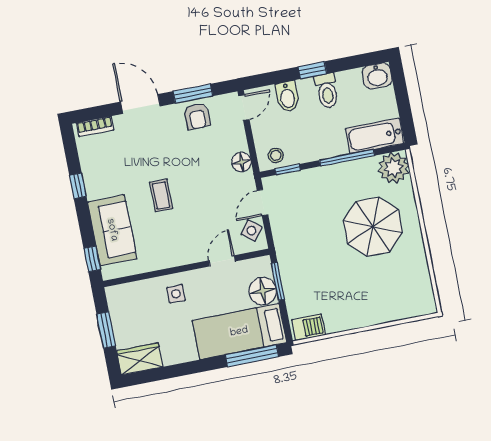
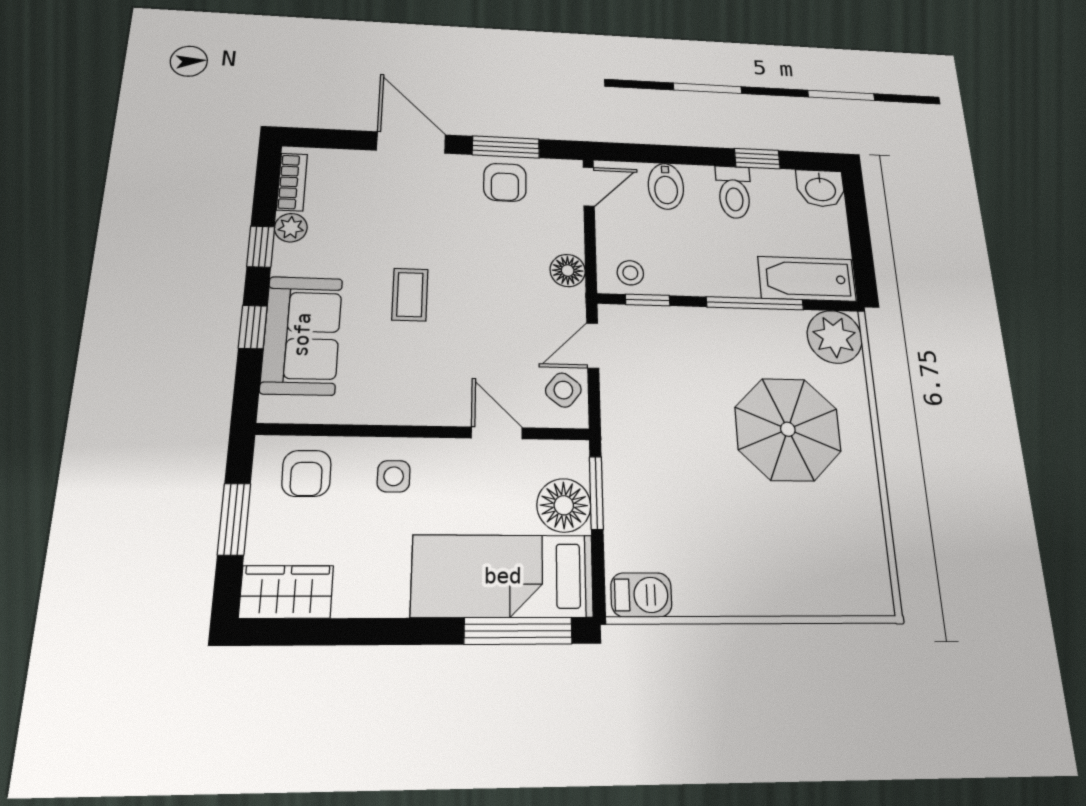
window: (312, 70) -> (757, 159), moved
bookcase: (95, 126) -> (292, 182), moved, turned -90
plant: (90, 171) -> (291, 228), added
window: (92, 259) -> (253, 327), moved
door: (222, 261) -> (497, 433), hinge flipped
armchair: (134, 301) -> (306, 473), added

